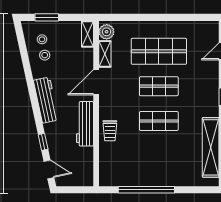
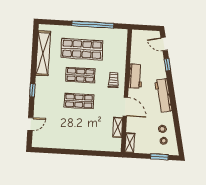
plant: (107, 32) -> (115, 144), removed
shop shelf: (159, 51) -> (82, 49), moved
door: (96, 82) -> (125, 107), hinge flipped
workbench: (85, 124) -> (135, 76), width x0.73
trolley: (110, 131) -> (113, 80), moved

